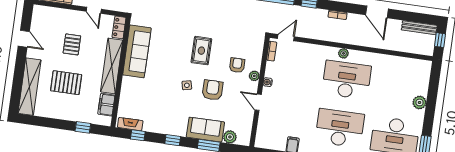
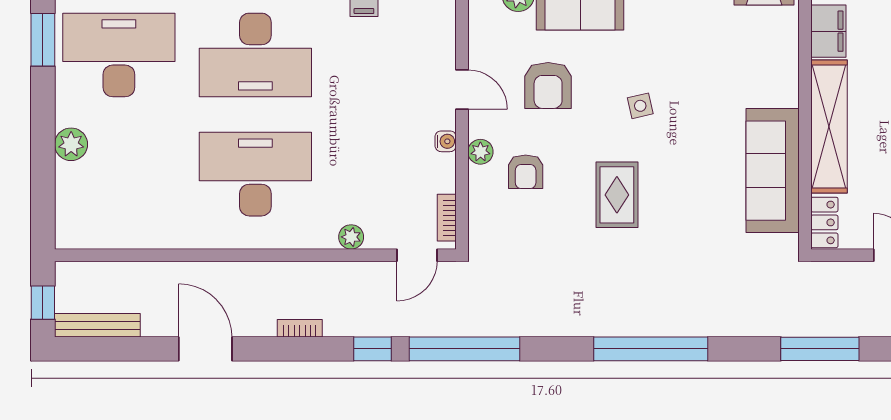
plant: (343, 53) -> (351, 237), moved
desk: (347, 80) -> (255, 174), turned 180
armchair: (213, 90) -> (548, 85), moved

